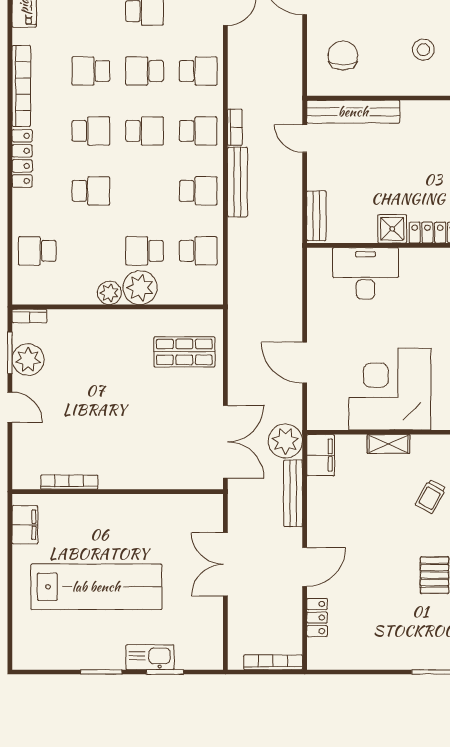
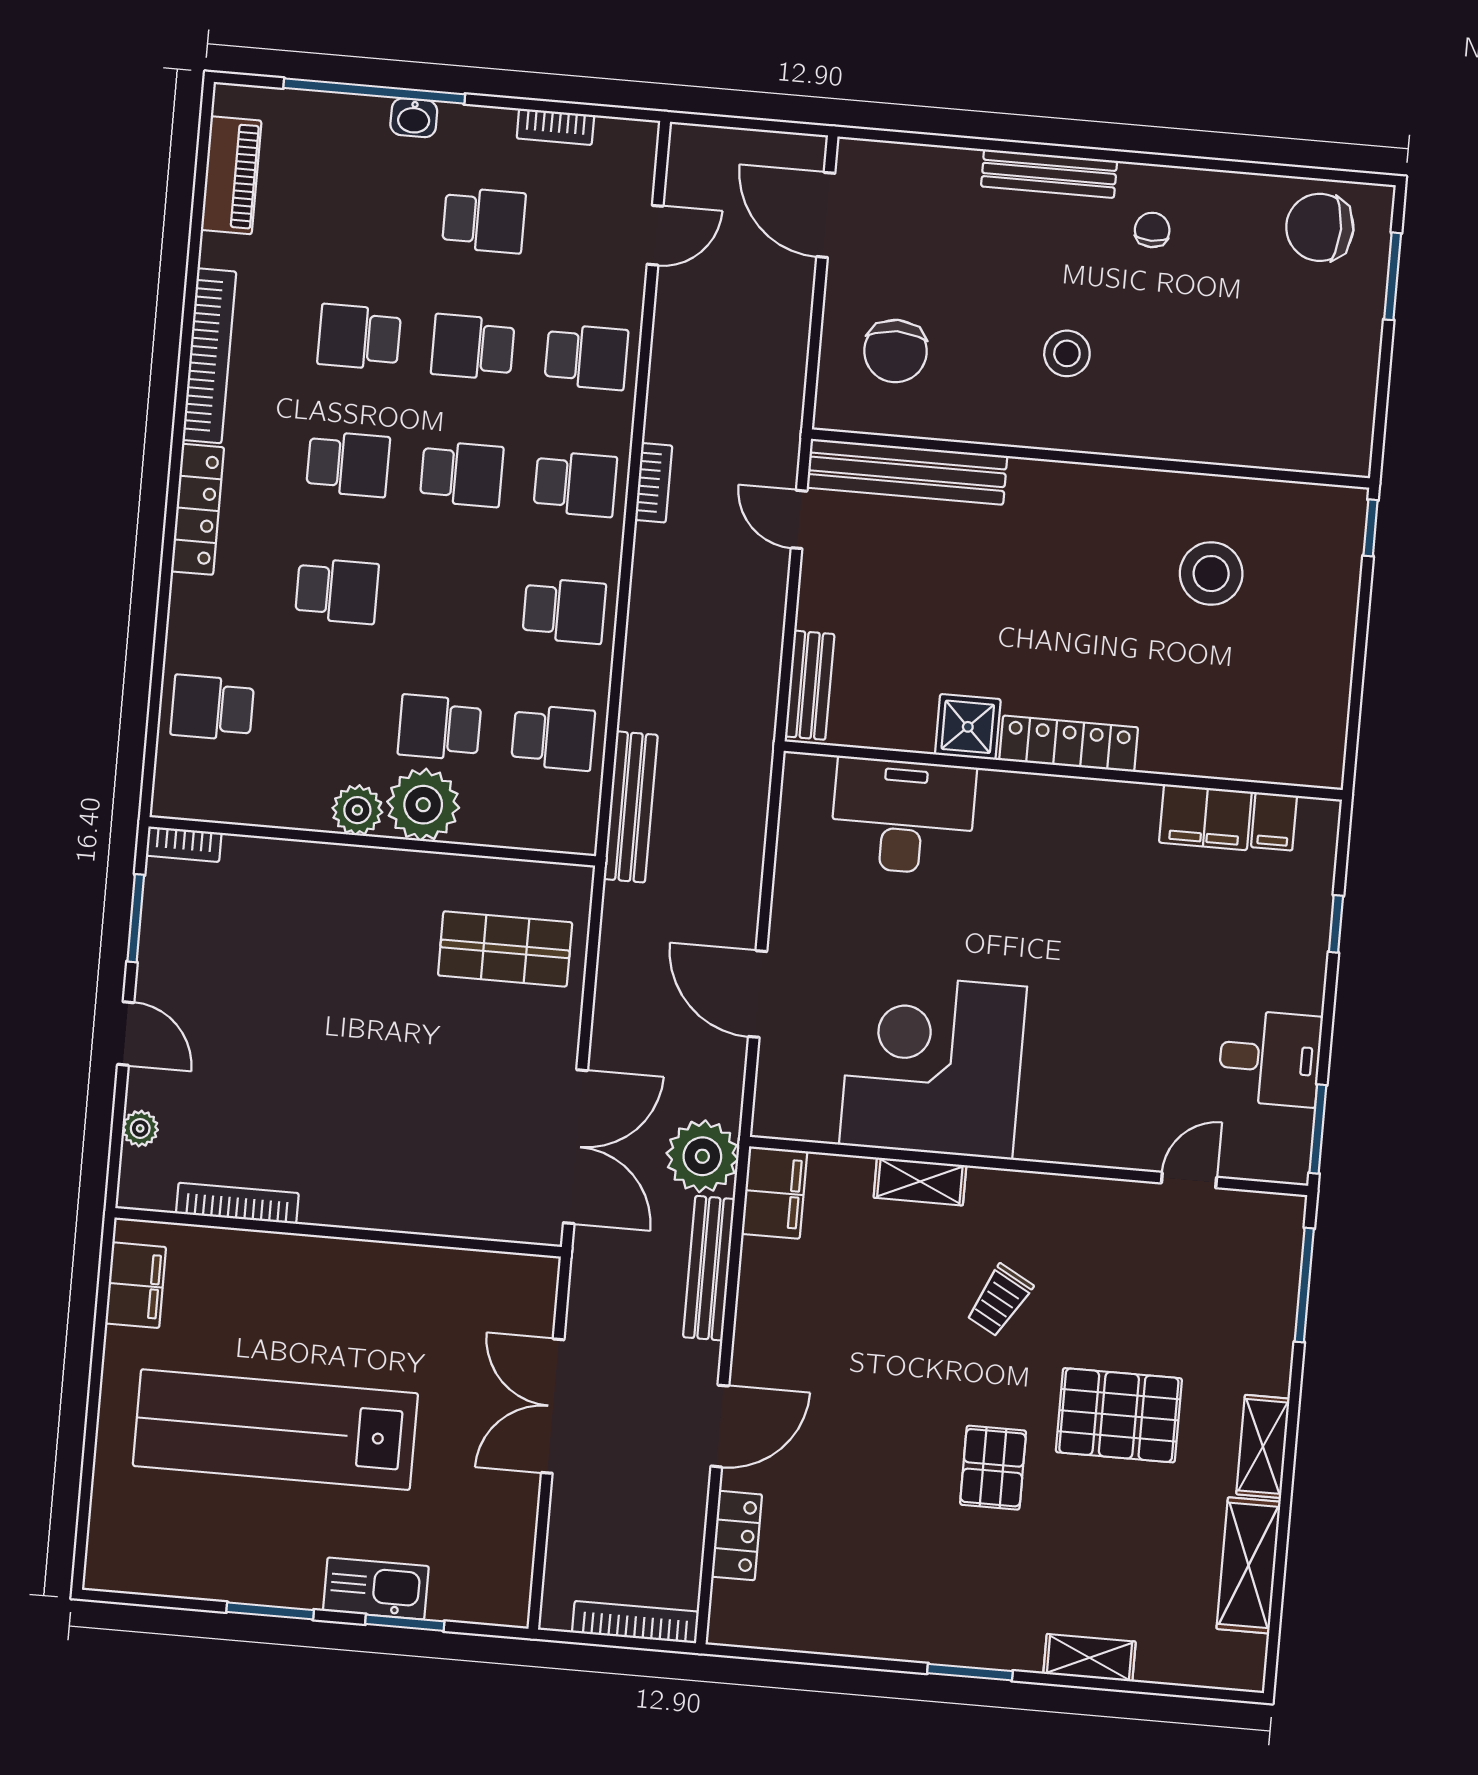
chair: (343, 56) -> (895, 351), turned 180
bench: (237, 182) -> (631, 807), moved
plant: (28, 360) -> (140, 1128), moved, width x0.53, depth x0.53
lab bench: (96, 587) -> (275, 1430), turned 180

